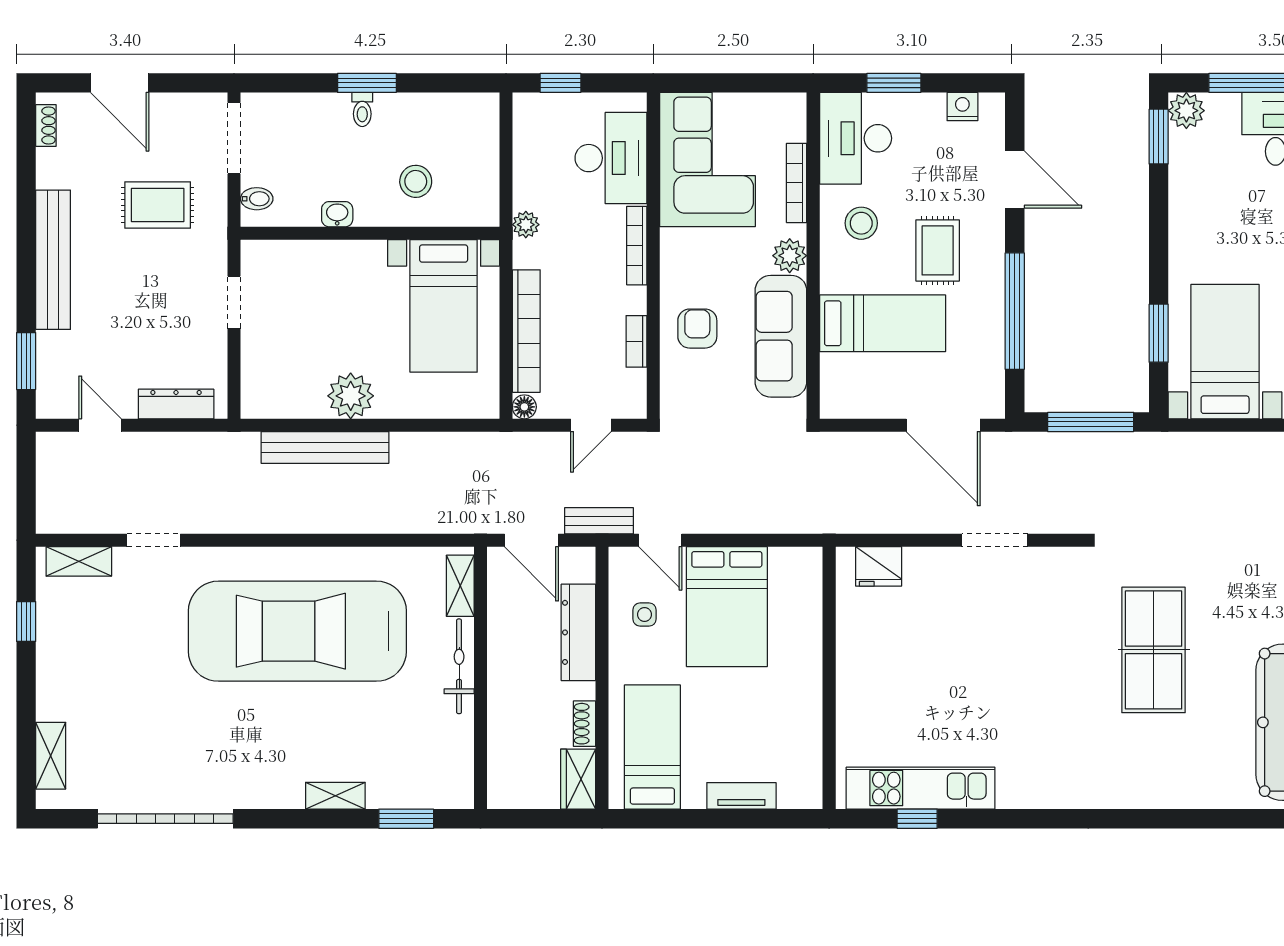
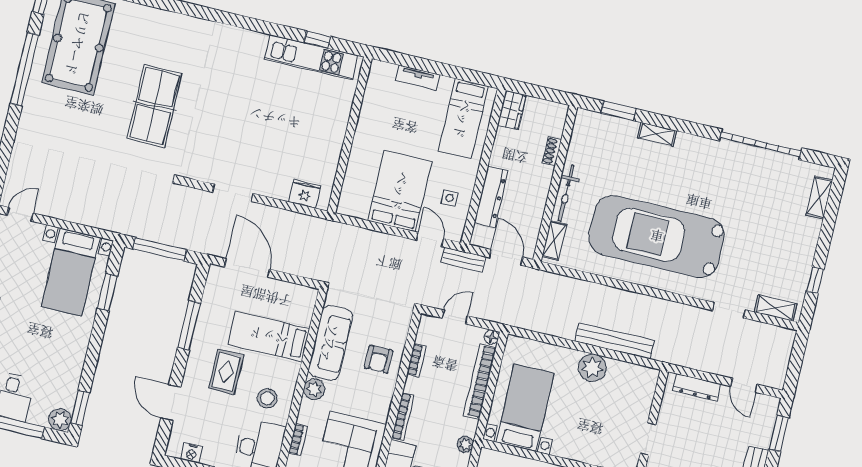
bookcase: (797, 183) -> (298, 440), width x0.64
window: (1015, 311) -> (189, 325), width x0.68
car: (297, 631) -> (657, 236), turned 180
shoe rack: (585, 724) -> (552, 151), moved, turned 180

